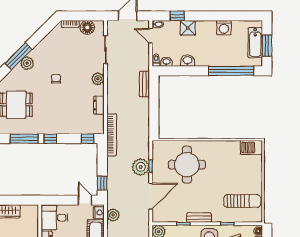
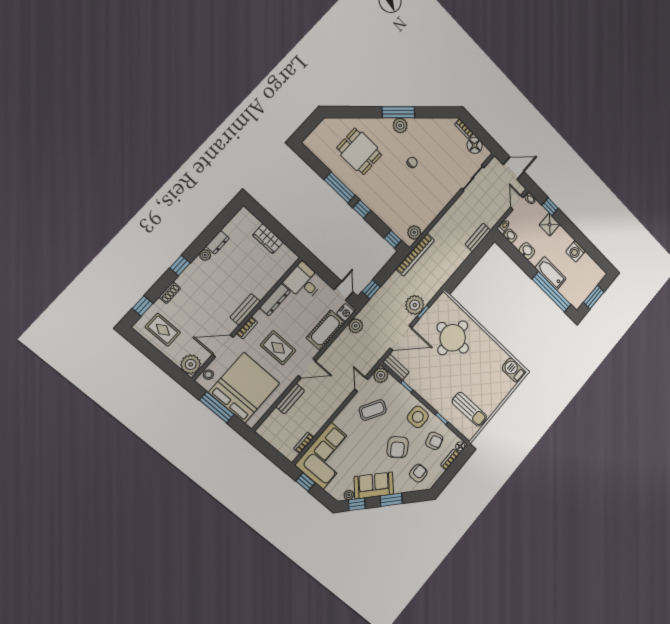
bathtub: (255, 43) -> (551, 273), moved, turned 90
plant: (98, 79) -> (414, 232), moved
dresser: (99, 105) -> (427, 219), removed
bench: (199, 218) -> (396, 367), moved

